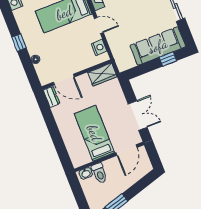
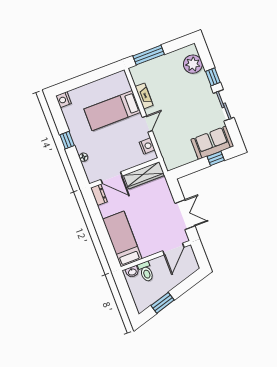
door: (99, 25) -> (147, 124), hinge flipped
sofa: (158, 46) -> (212, 143), width x0.73
wardrobe: (102, 74) -> (144, 175), width x1.50
bed: (94, 133) -> (122, 239), moved

